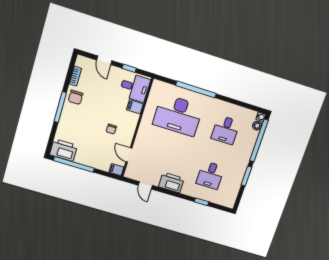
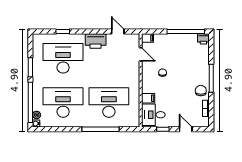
desk: (226, 130) -> (63, 103), width x1.87, depth x1.30
printer: (63, 150) -> (203, 39), width x0.53, depth x0.68
desk: (210, 175) -> (63, 58), width x1.87, depth x1.30

